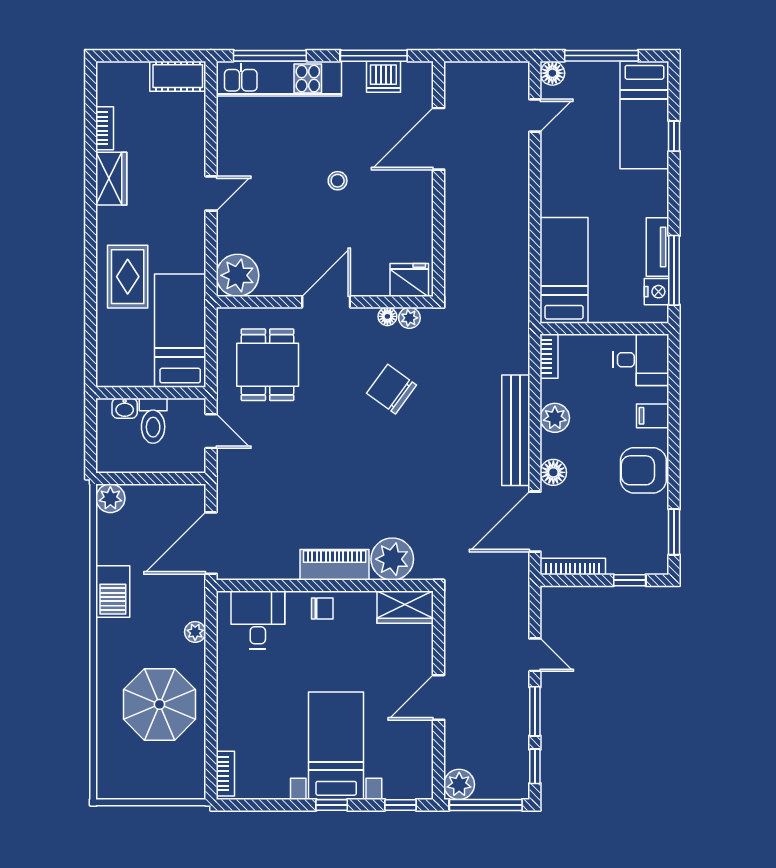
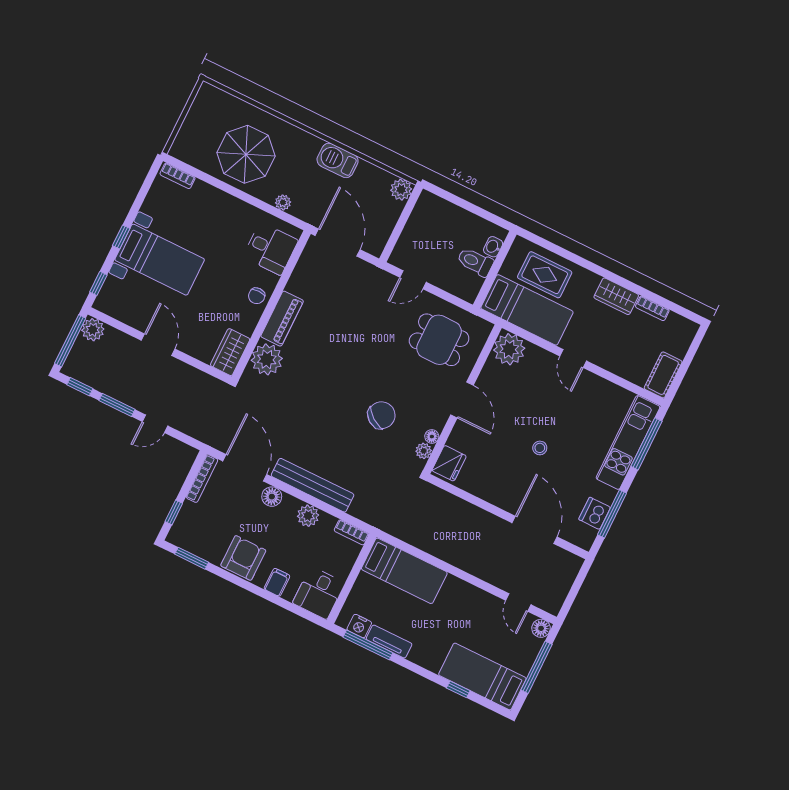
bed: (180, 331) -> (527, 310), moved
wall: (151, 393) -> (495, 270), moved
washbasin: (125, 408) -> (493, 247), moved
toilet: (153, 421) -> (475, 262), moved

